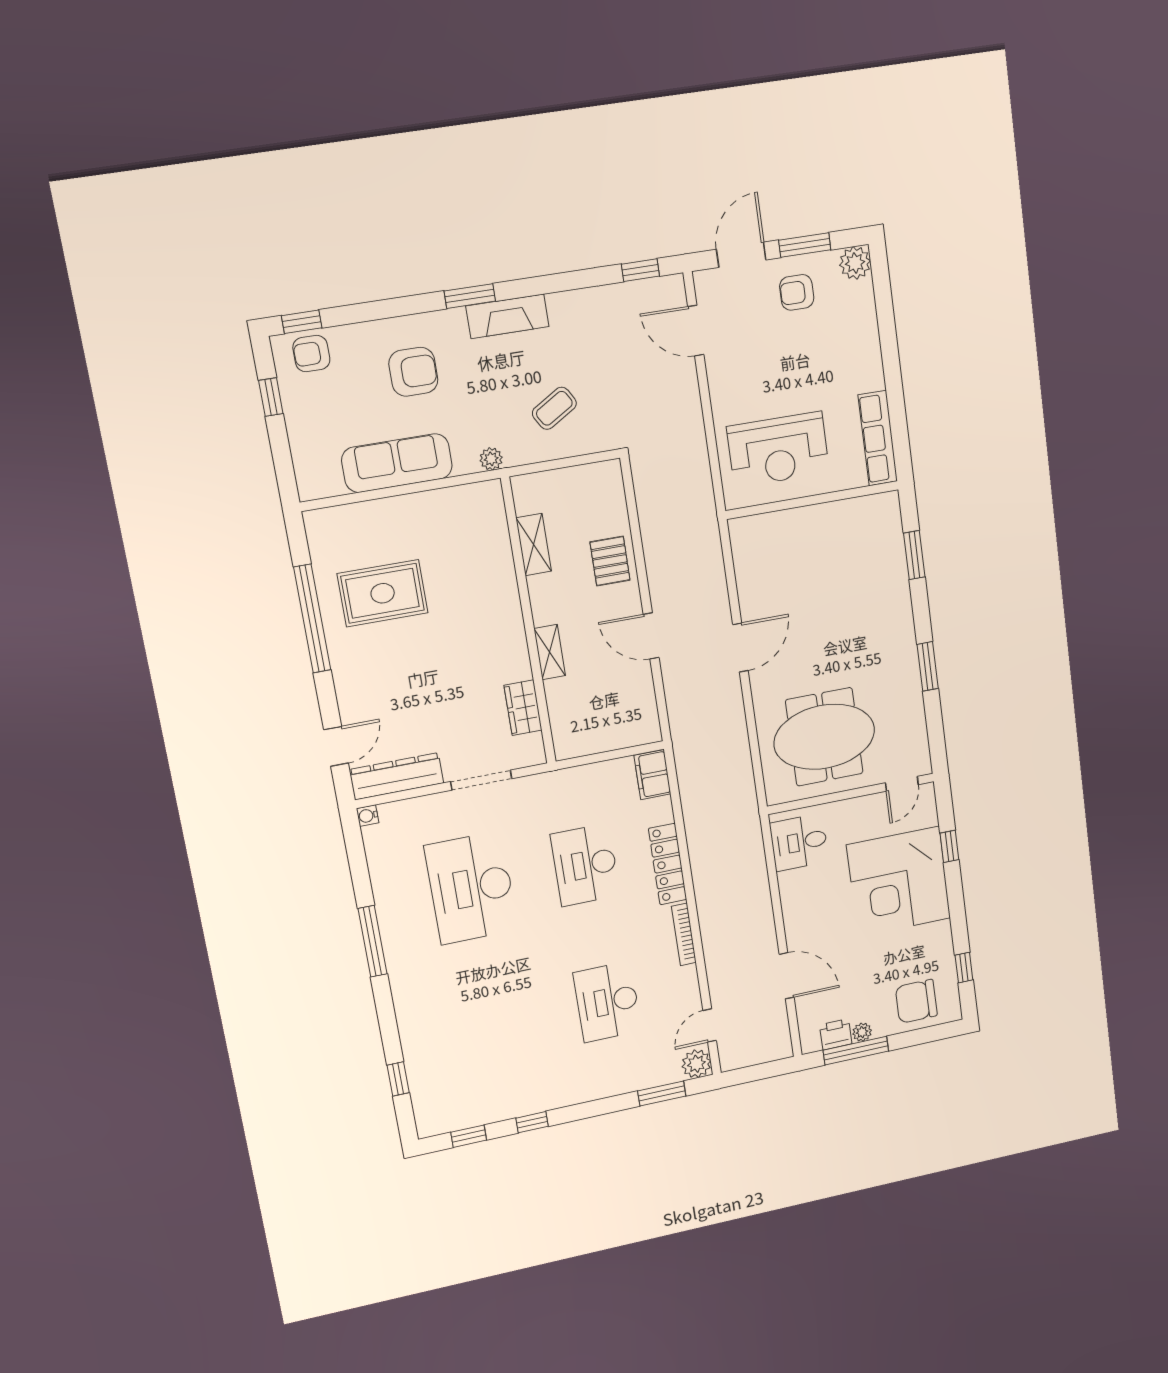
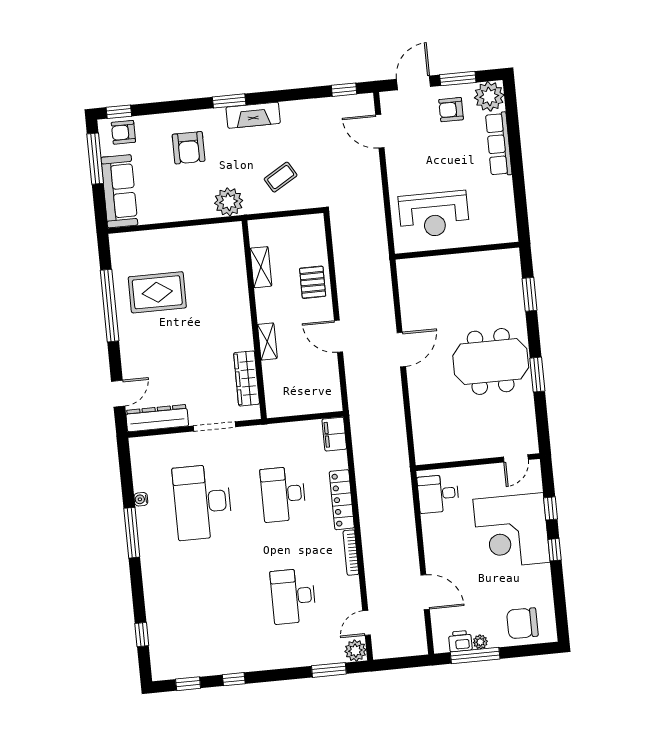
plant: (855, 263) -> (489, 96), width x1.36, depth x1.36
armchair: (413, 372) -> (189, 148), turned 90
window: (271, 397) -> (95, 159), width x2.17
row of seats: (878, 438) -> (499, 144), moved
plant: (491, 459) -> (229, 202), width x1.87, depth x1.87
sofa: (397, 463) -> (119, 191), moved, turned 90
wardrobe: (523, 708) -> (247, 378), width x1.50
meeting table: (824, 737) -> (491, 361), moved
water cooler: (368, 816) -> (141, 499), moved
window: (964, 968) -> (555, 550), moved

